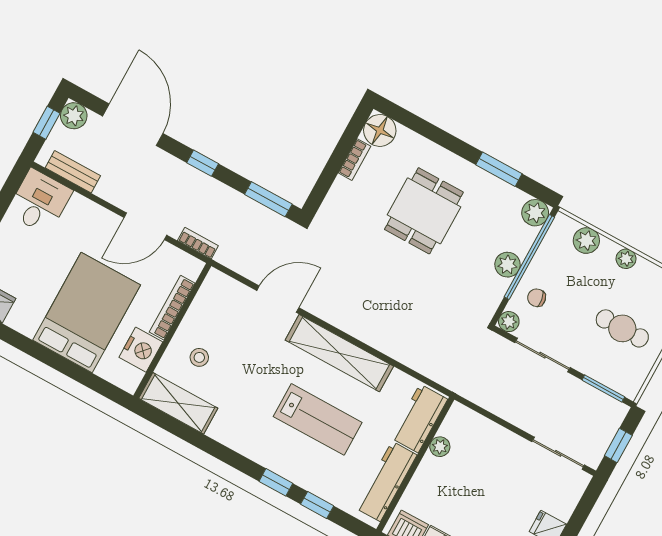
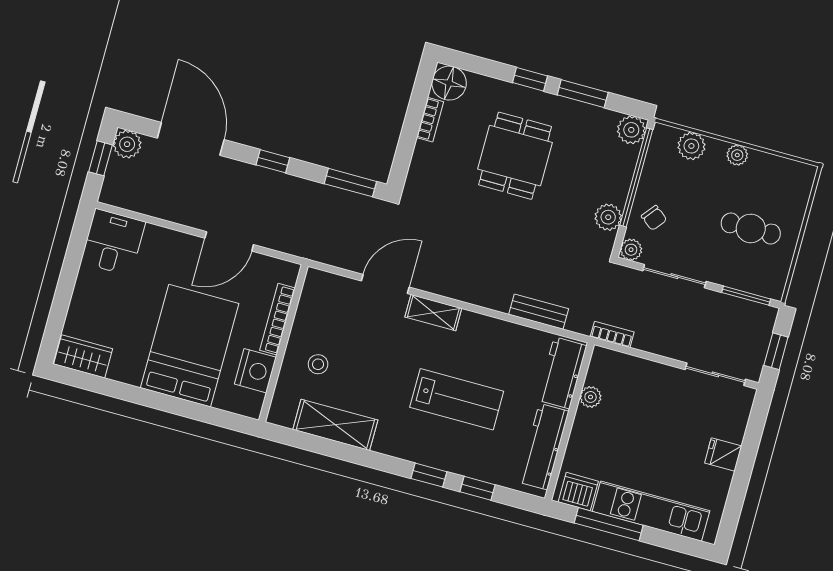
window: (454, 145) -> (530, 79), added
bench: (73, 172) -> (539, 312), moved
bookcase: (198, 243) -> (612, 334), moved
plant: (507, 265) -> (608, 217), moved
chair: (537, 298) -> (654, 218), turned -133
shelving: (339, 353) -> (433, 313), width x0.45, depth x0.75
shelving: (178, 403) -> (335, 425), moved

